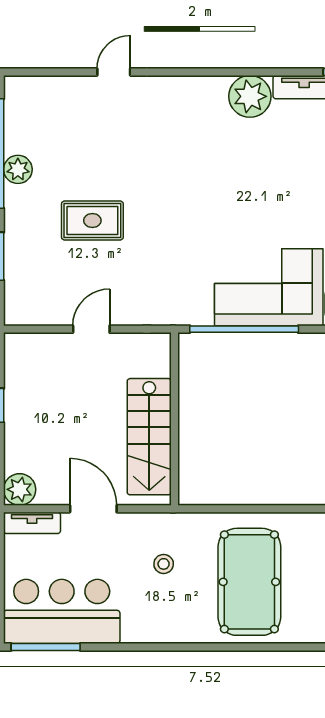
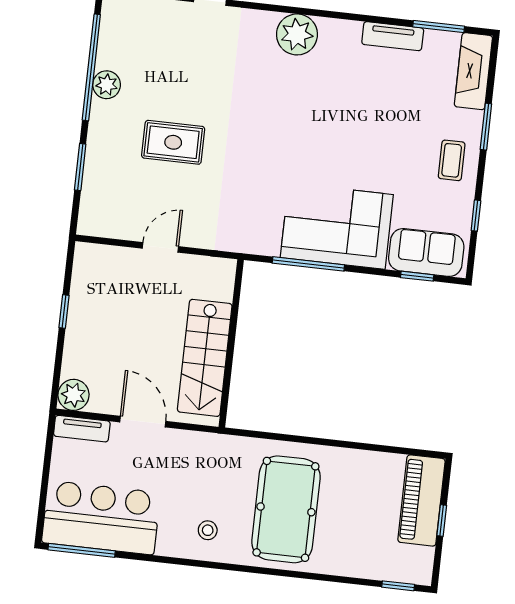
plant: (250, 96) -> (297, 34), moved
window: (244, 329) -> (308, 264), width x0.68
stool: (164, 564) -> (208, 530), moved

